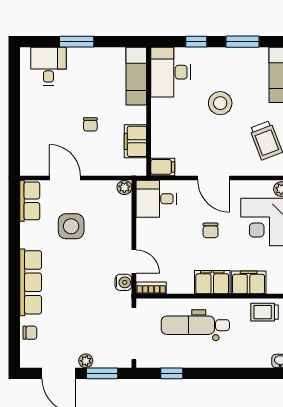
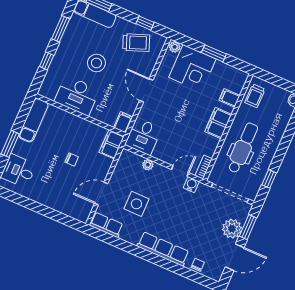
desk: (171, 72) -> (77, 96), moved
exam couch: (136, 76) -> (33, 120), moved, turned -90
filing cabinet: (135, 141) -> (112, 144), moved, turned 90
door: (214, 178) -> (146, 90), swing flipped
plant: (124, 187) -> (148, 165), moved
chair: (211, 230) -> (182, 108), removed
filing cabinet: (249, 282) -> (229, 98), width x0.50
dental chair: (195, 325) -> (243, 148), turned 180
plant: (86, 361) -> (232, 229), width x1.87, depth x1.87

